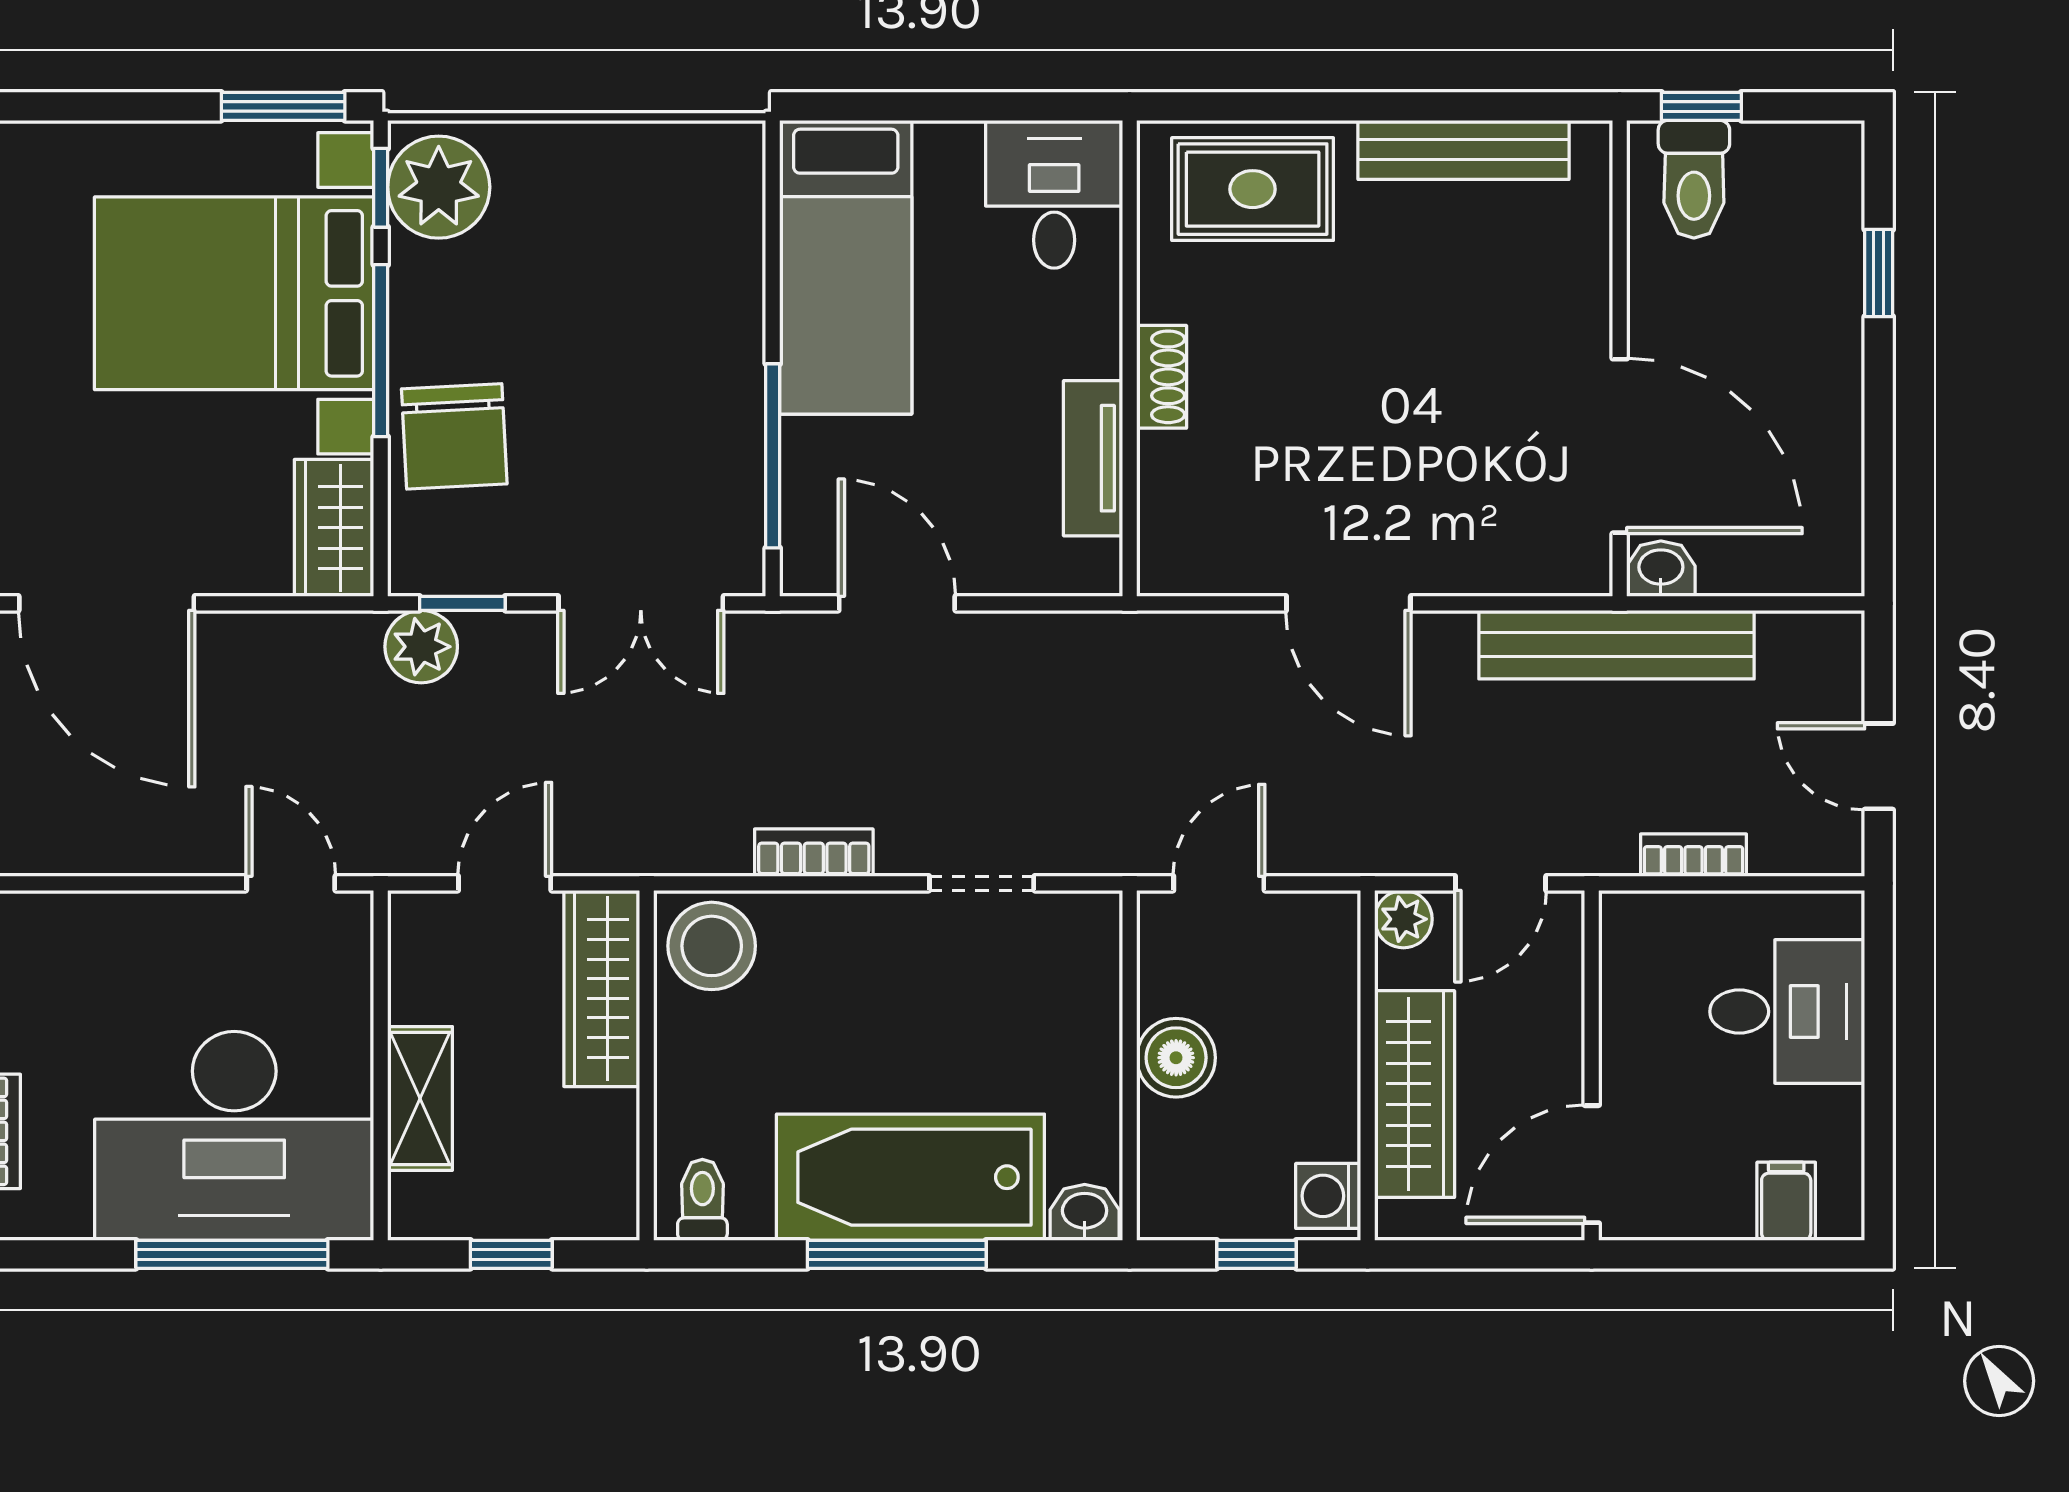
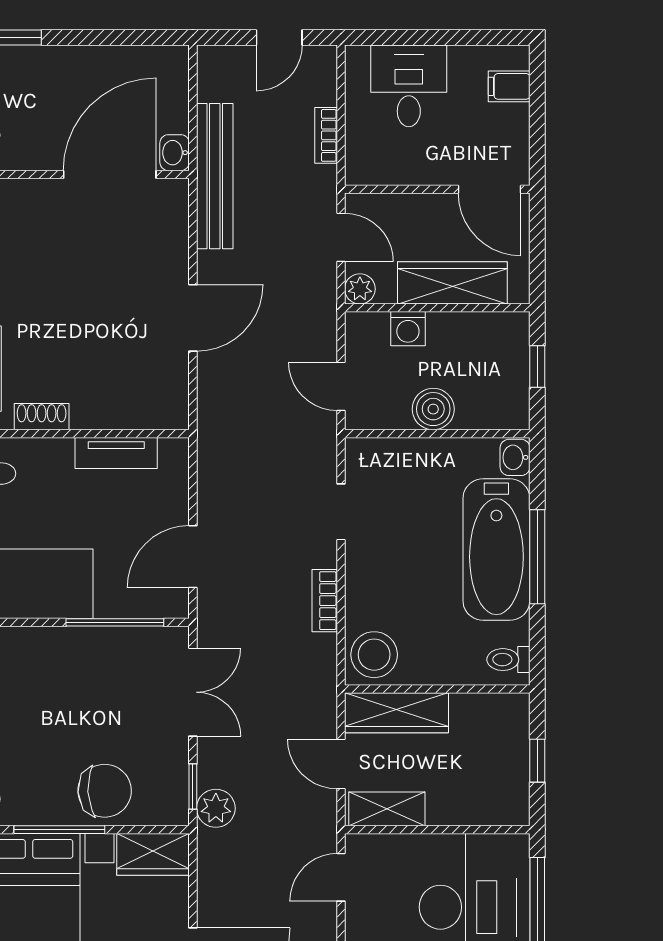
shoe rack: (1162, 377) -> (42, 417), moved
shelving: (420, 1098) -> (387, 809), moved
washing machine: (1328, 1196) -> (408, 329), moved

